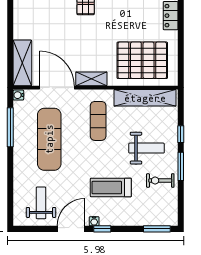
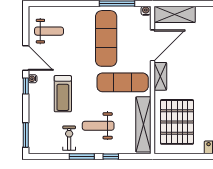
exercise mat: (98, 121) -> (123, 82), width x1.36, depth x1.45
exercise mat: (49, 139) -> (106, 38), turned 90
weight bench: (147, 148) -> (98, 126), turned 90
treadmill: (111, 188) -> (63, 94), turned 180

